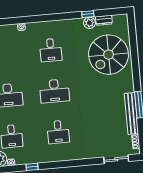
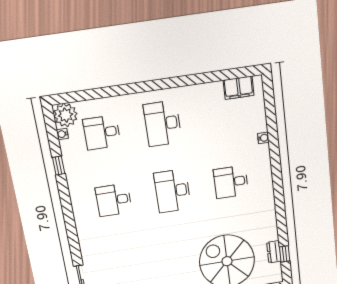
window: (88, 14) -> (285, 254), moved
plant: (89, 23) -> (270, 233), removed

